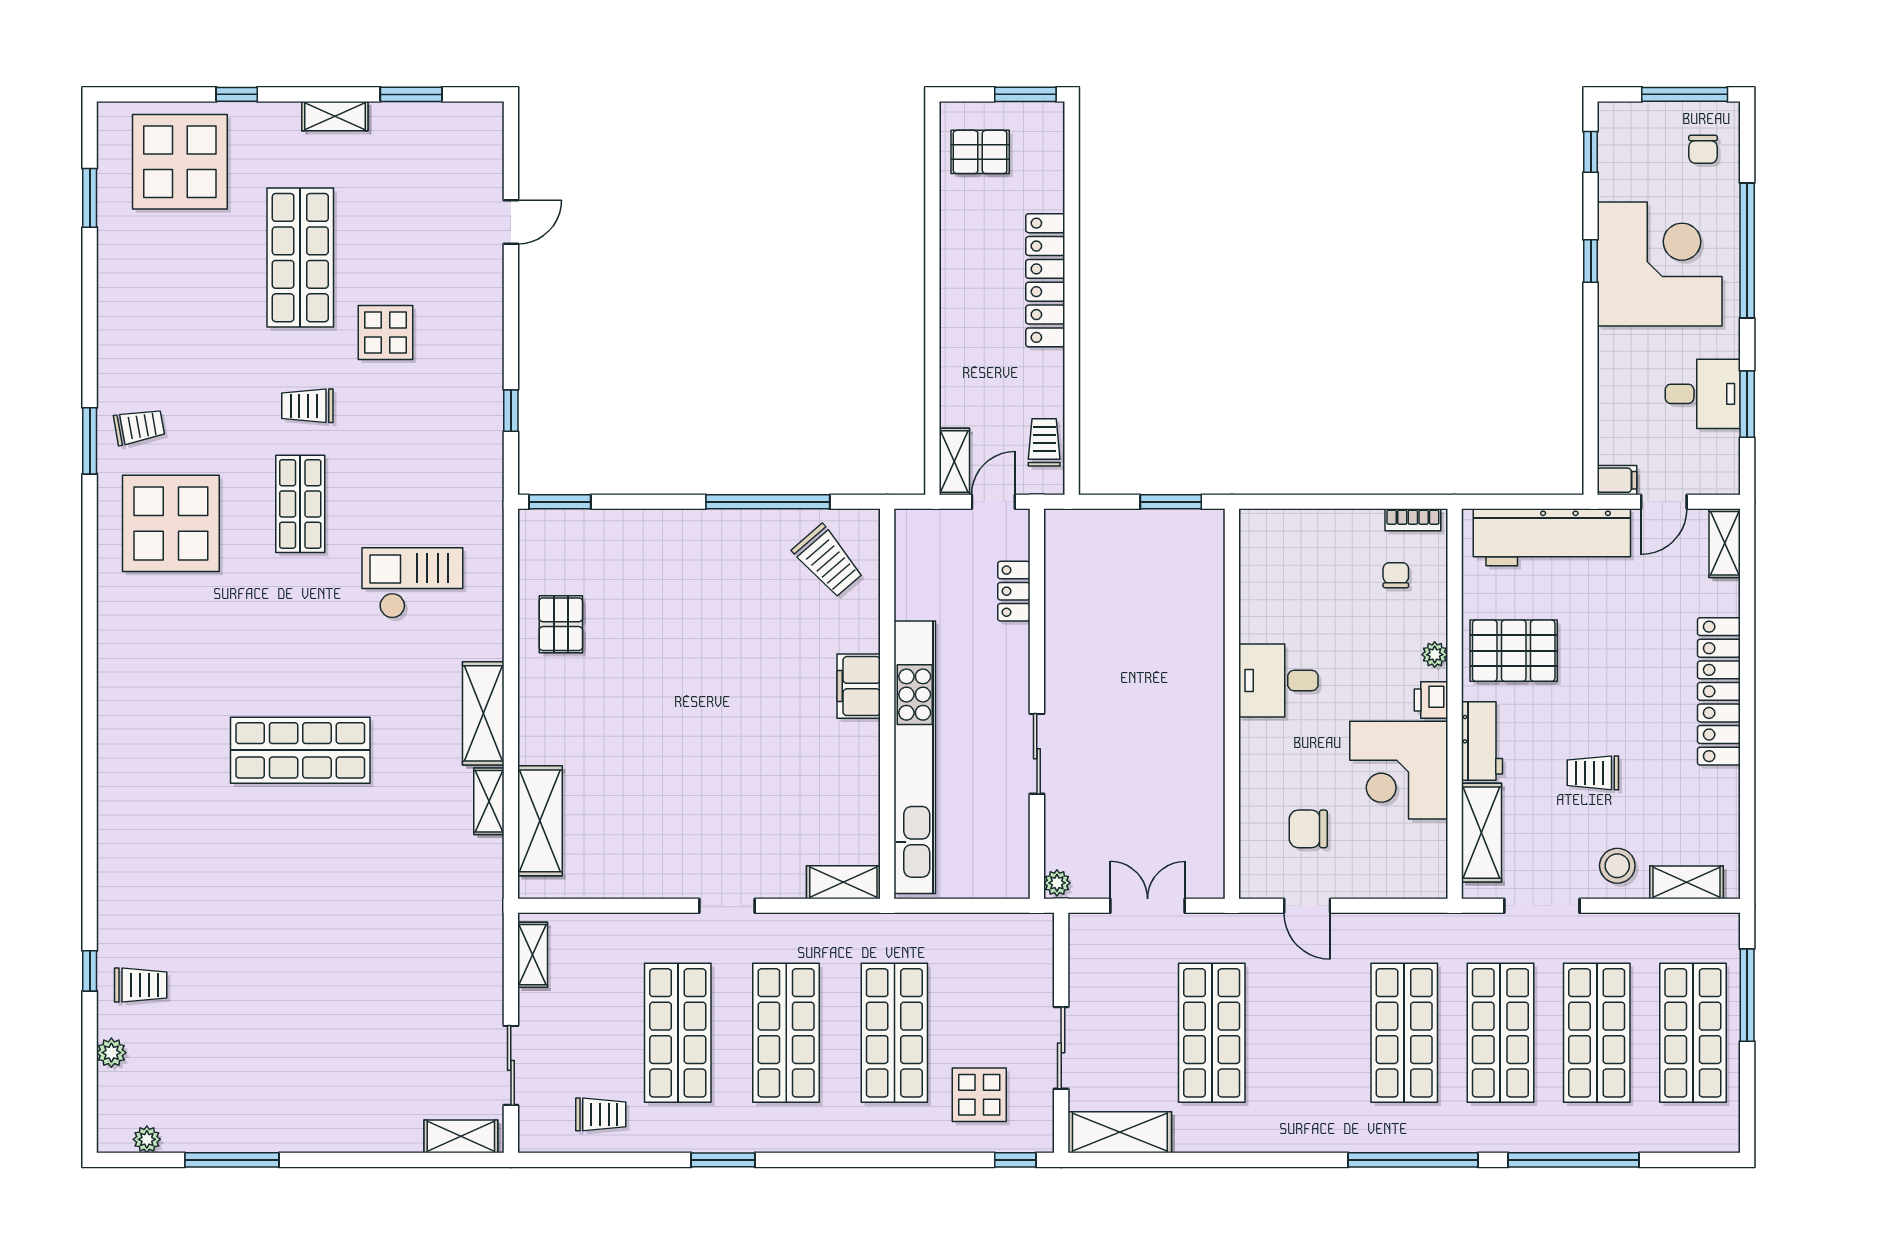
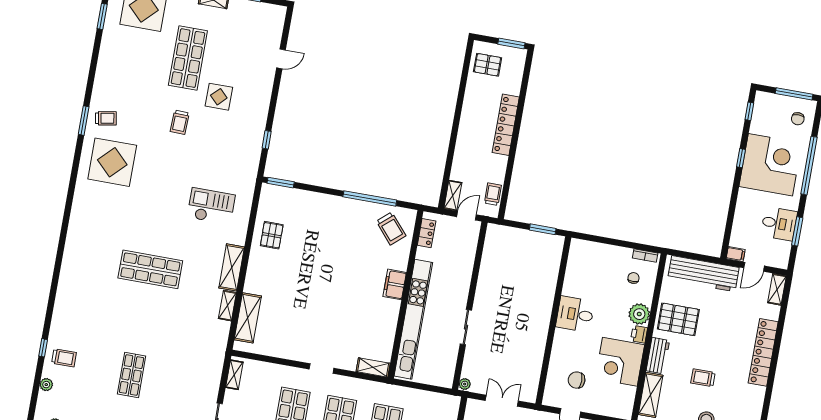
trolley: (307, 406) -> (180, 122), turned -88
shop shelf: (300, 504) -> (132, 375), moved
locker: (1014, 591) -> (427, 233), moved, turned 180
plant: (1435, 655) -> (639, 314), width x1.87, depth x1.87

